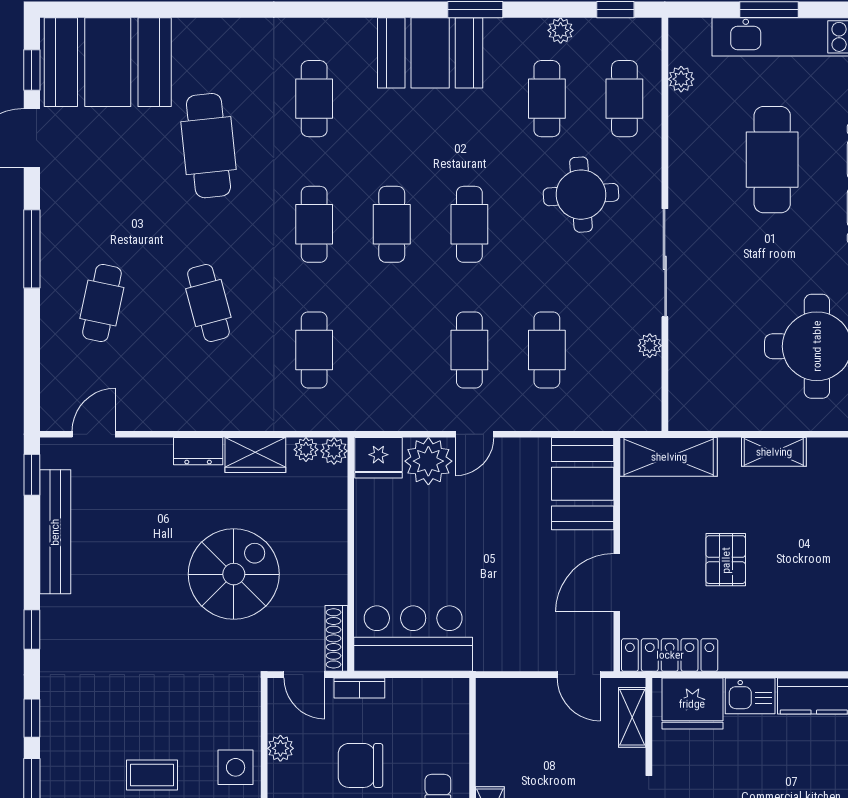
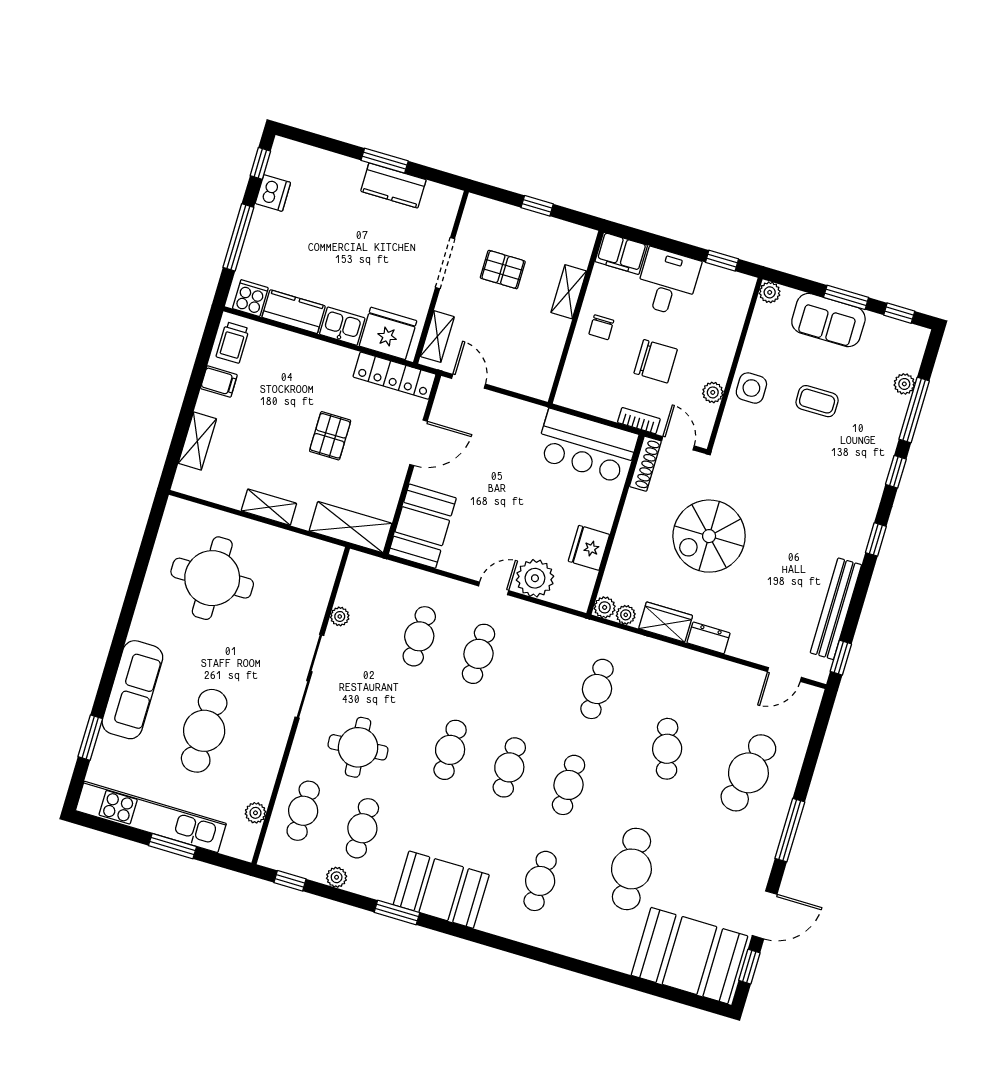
cafe table: (102, 303) -> (748, 773), width x1.37, depth x1.35
fridge: (378, 458) -> (589, 548), moved, turned -90

